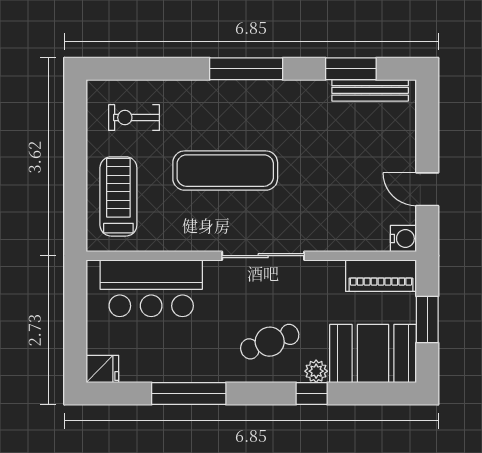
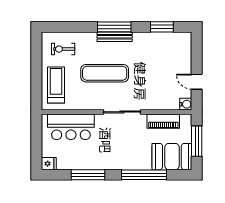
bench: (370, 90) -> (115, 37), moved
piano: (381, 276) -> (163, 121), moved
window: (427, 320) -> (197, 141), width x1.44
cafe table: (270, 342) -> (125, 151), removed
plant: (316, 371) -> (146, 165), removed
window: (312, 393) -> (144, 175), width x3.17

